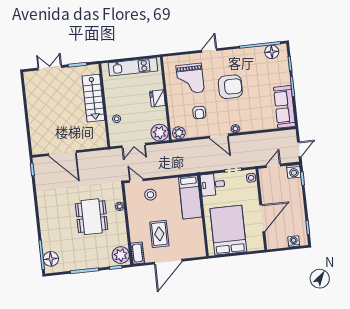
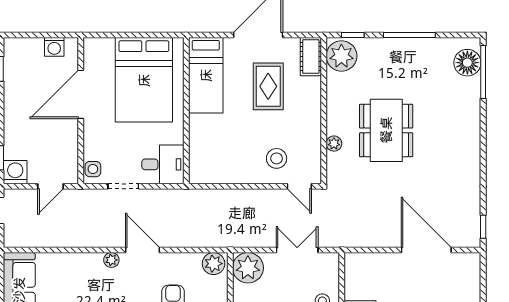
bed: (190, 197) -> (206, 75), moved, turned 180
washing machine: (294, 241) -> (54, 47), moved

